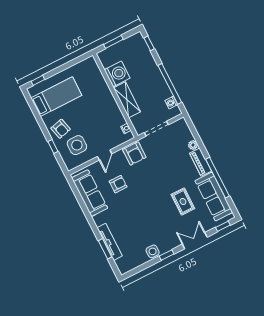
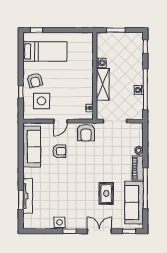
washing machine: (117, 74) -> (101, 63), width x0.53, depth x0.53
washing machine: (171, 103) -> (139, 90), moved

